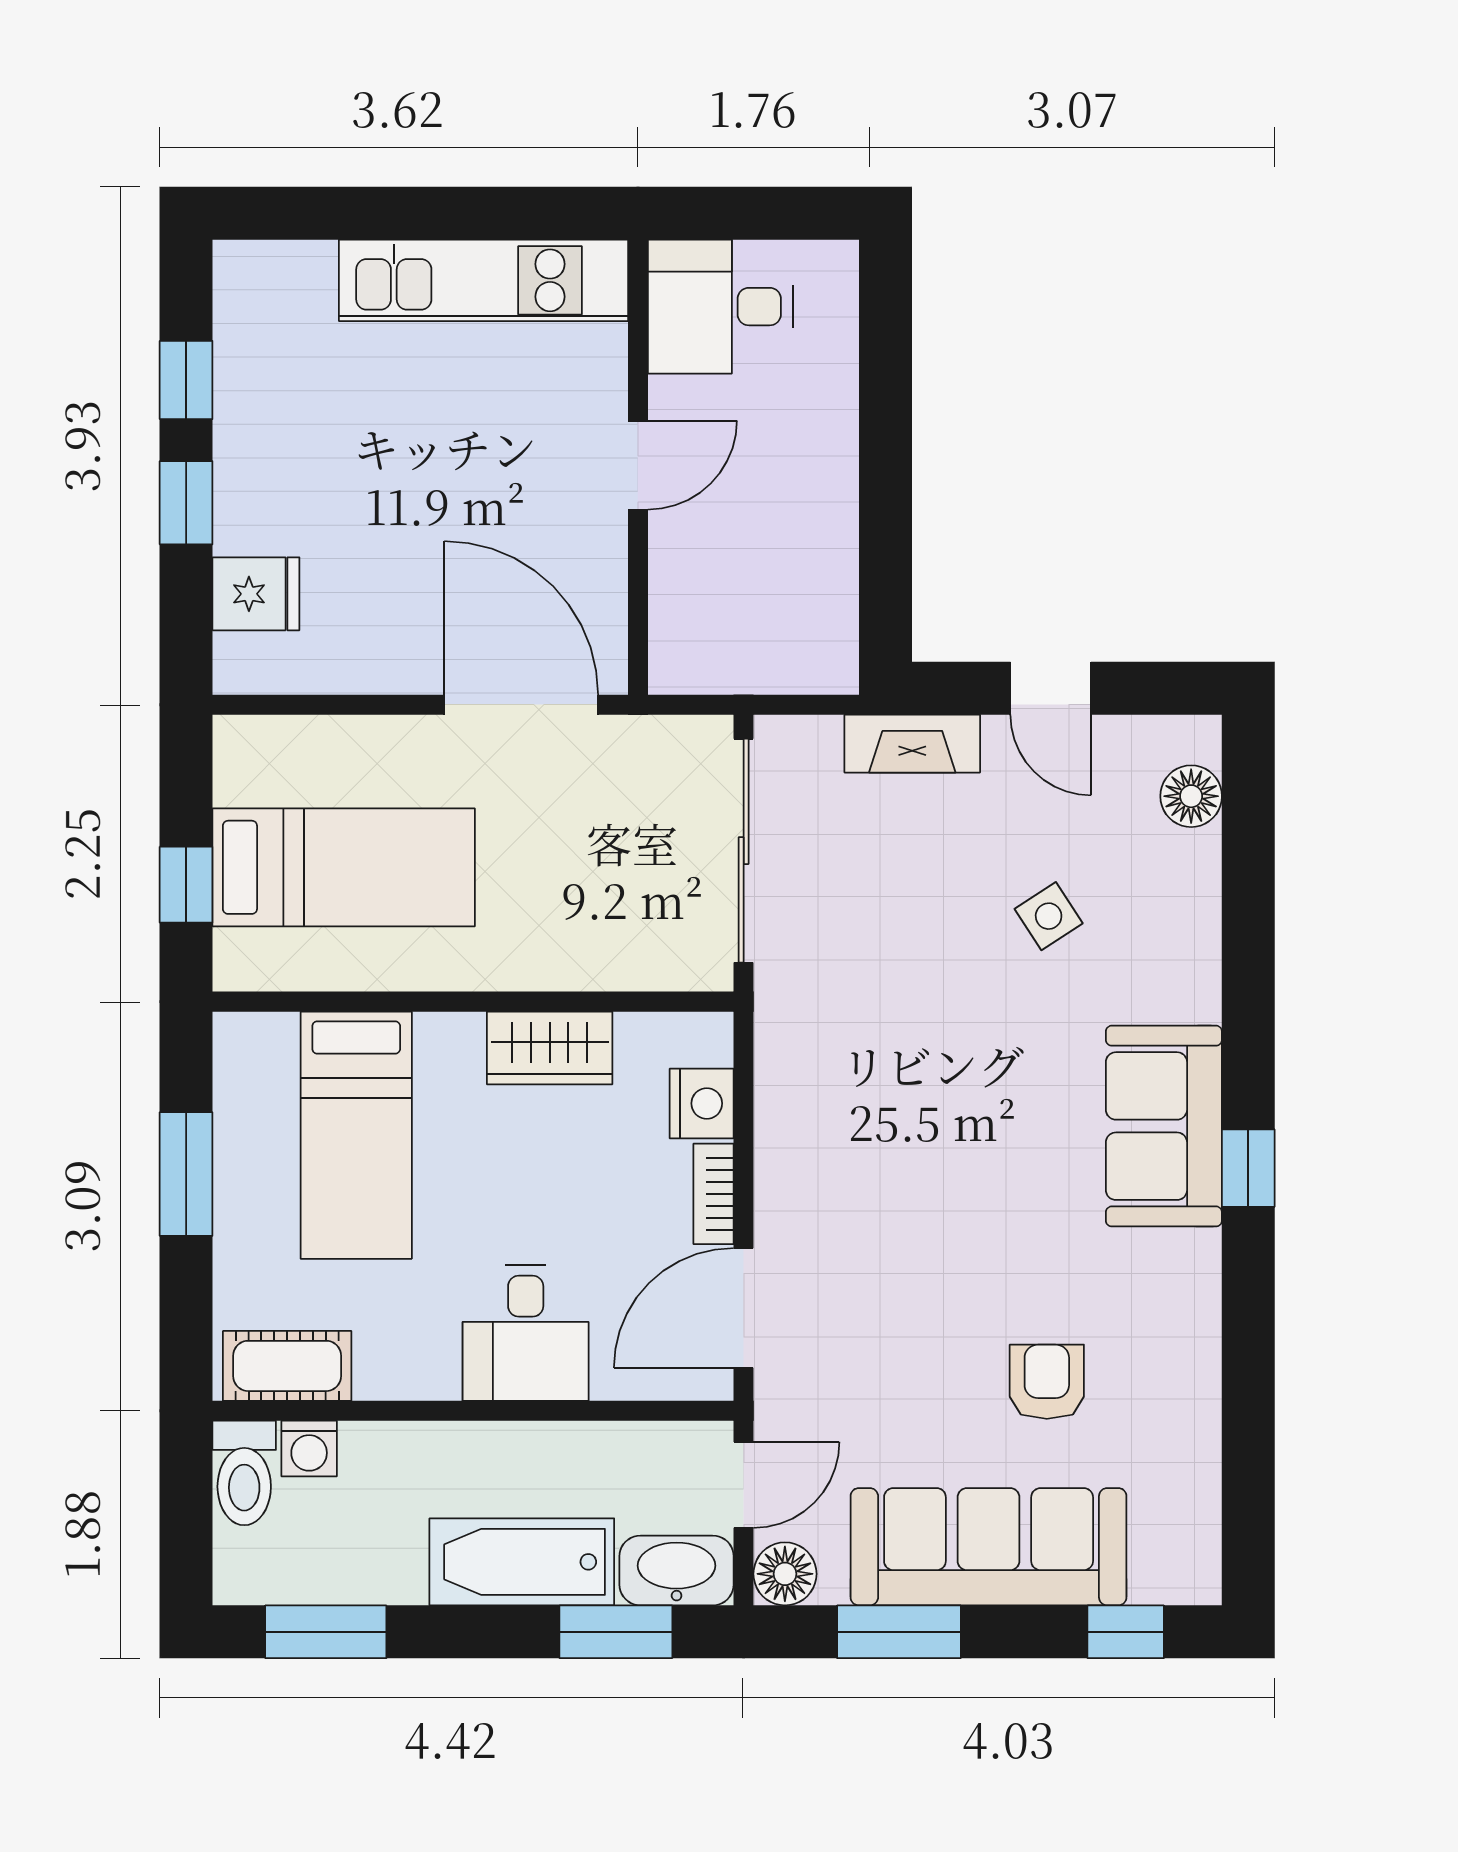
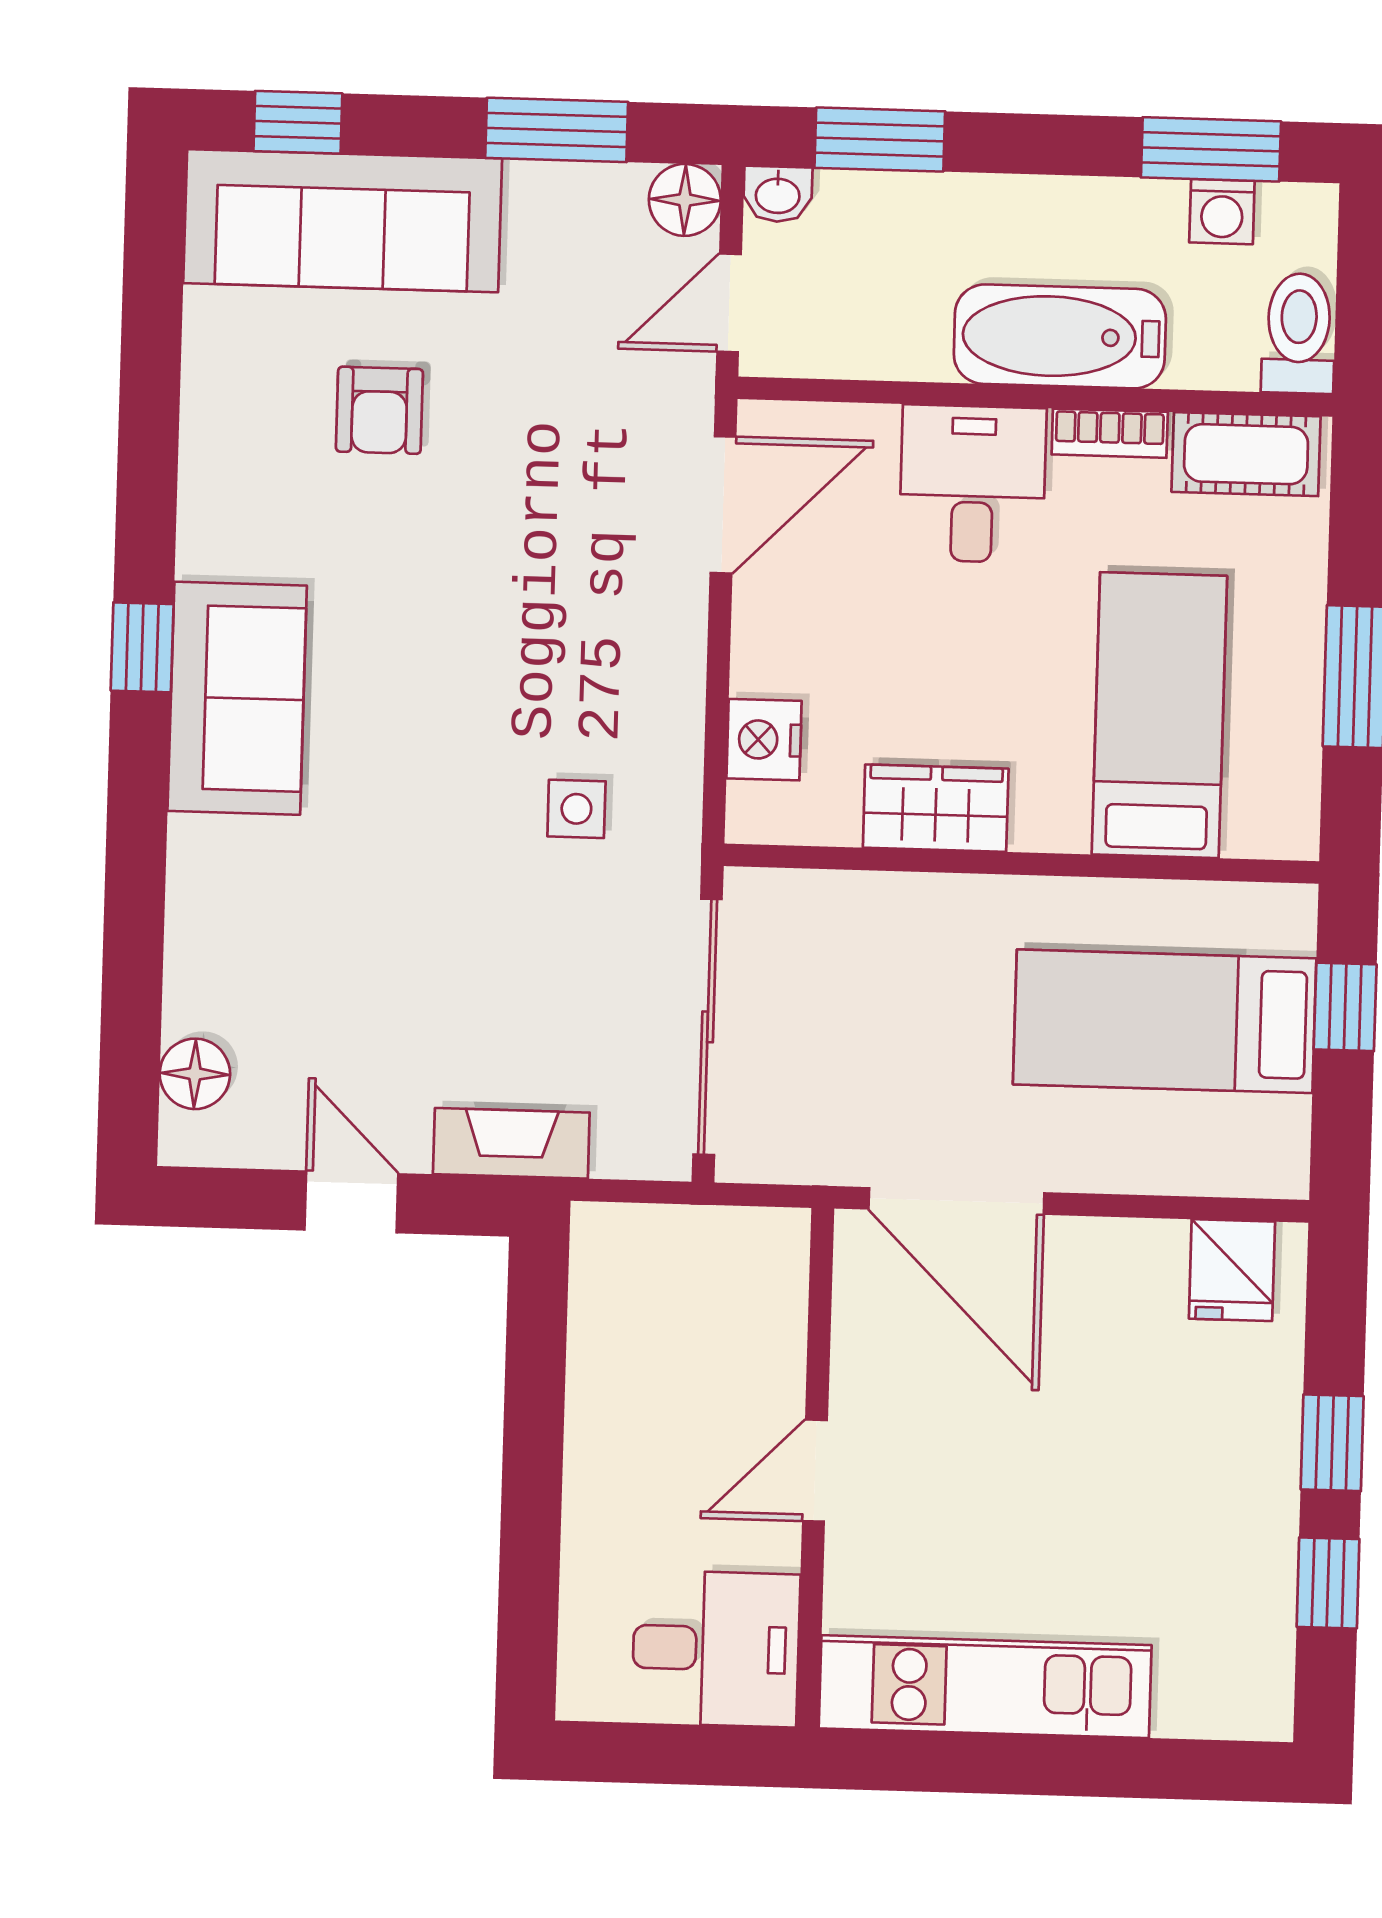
fridge: (256, 594) -> (1232, 1270), moved, turned -90
side table: (1049, 916) -> (576, 809), moved, turned 33
bookcase: (714, 1194) -> (1110, 433), moved, turned 90
washing machine: (309, 1448) -> (1222, 212), moved, turned 180
sofa: (989, 1547) -> (343, 221), moved
bathtub: (522, 1562) -> (1060, 336), moved, turned 180
washbasin: (677, 1570) -> (778, 194), width x0.52, depth x0.69

